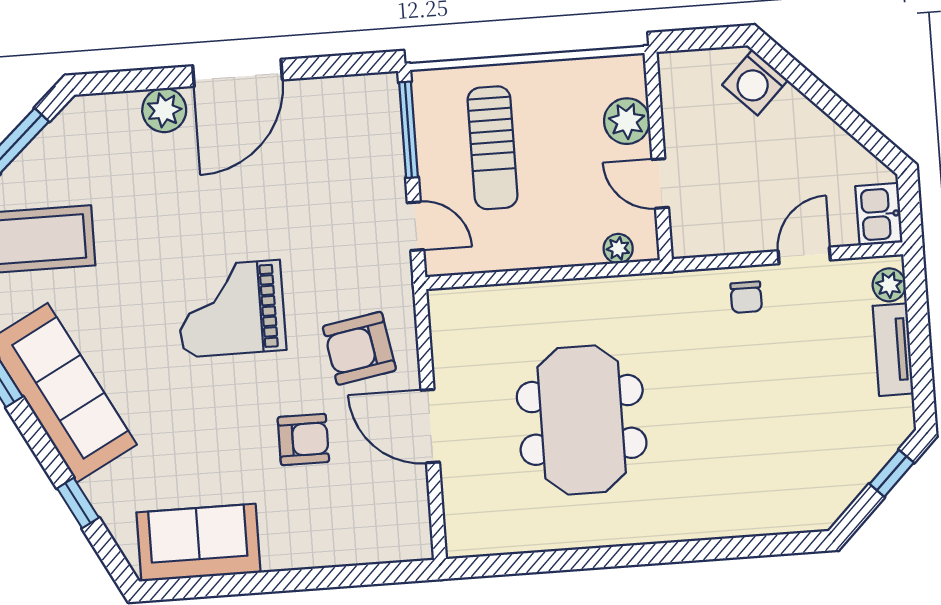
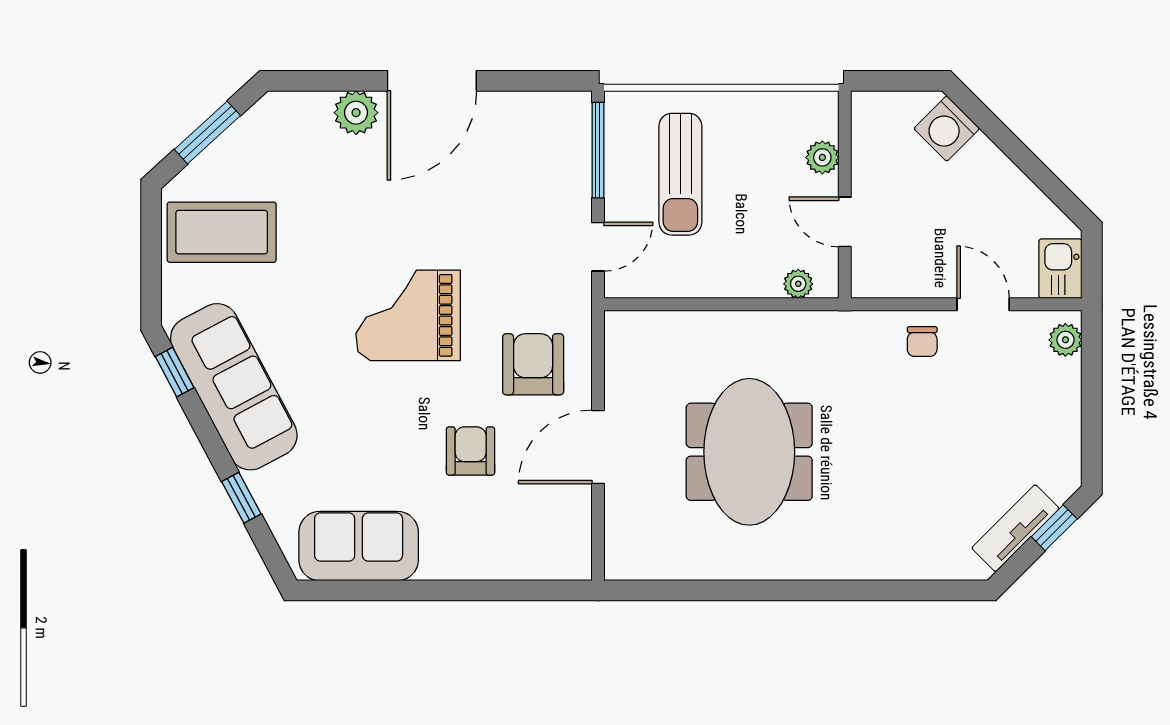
plant: (627, 121) -> (822, 157), width x0.73, depth x0.73
door: (416, 226) -> (598, 247), hinge flipped
door: (804, 255) -> (983, 304), hinge flipped
armchair: (359, 348) -> (533, 364), turned 100
tv unit: (893, 350) -> (1015, 528), moved, turned 45
door: (430, 426) -> (598, 447), hinge flipped
armchair: (303, 439) -> (471, 451), turned -90

